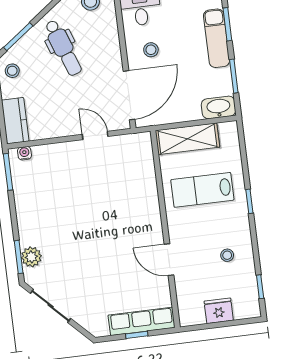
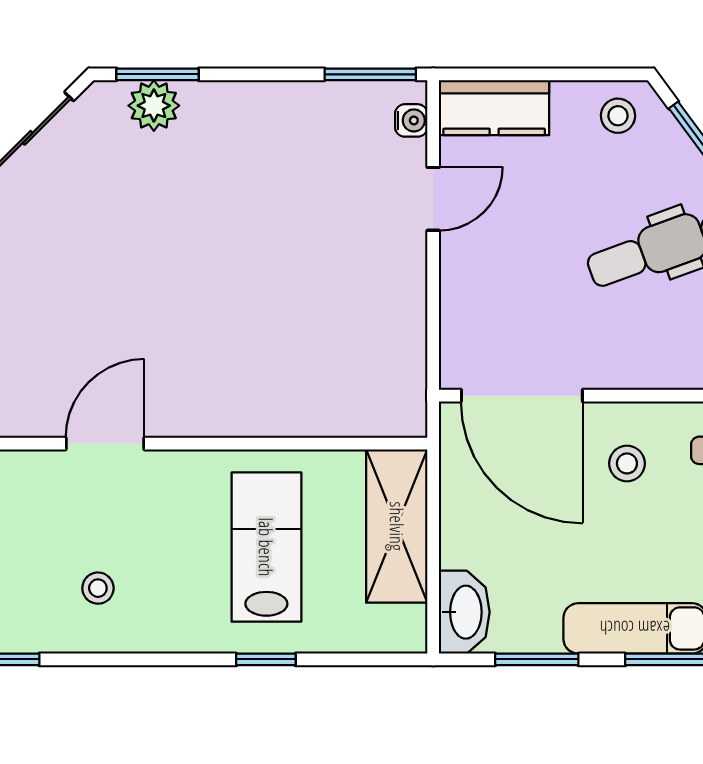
door: (95, 135) -> (433, 199), moved
window: (249, 201) -> (266, 659), moved

